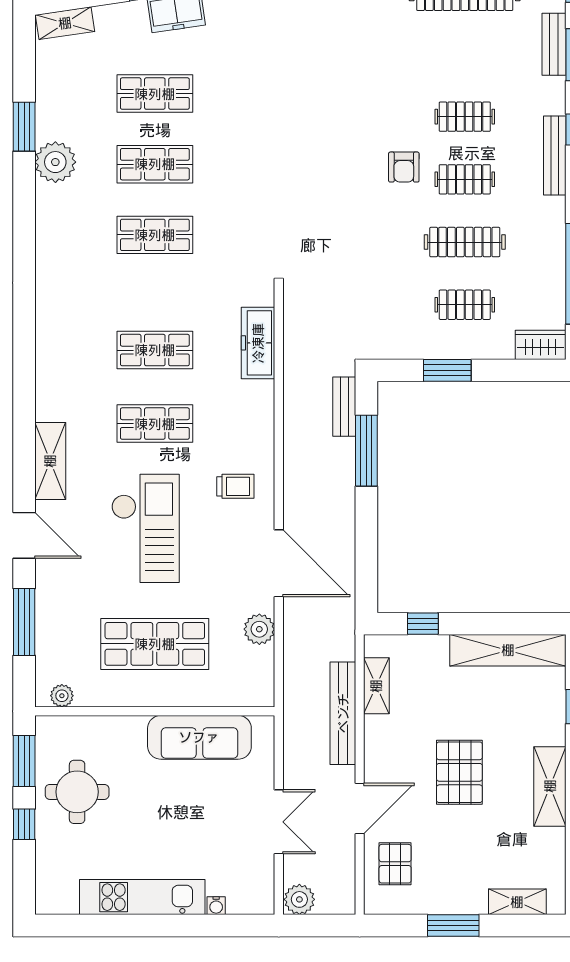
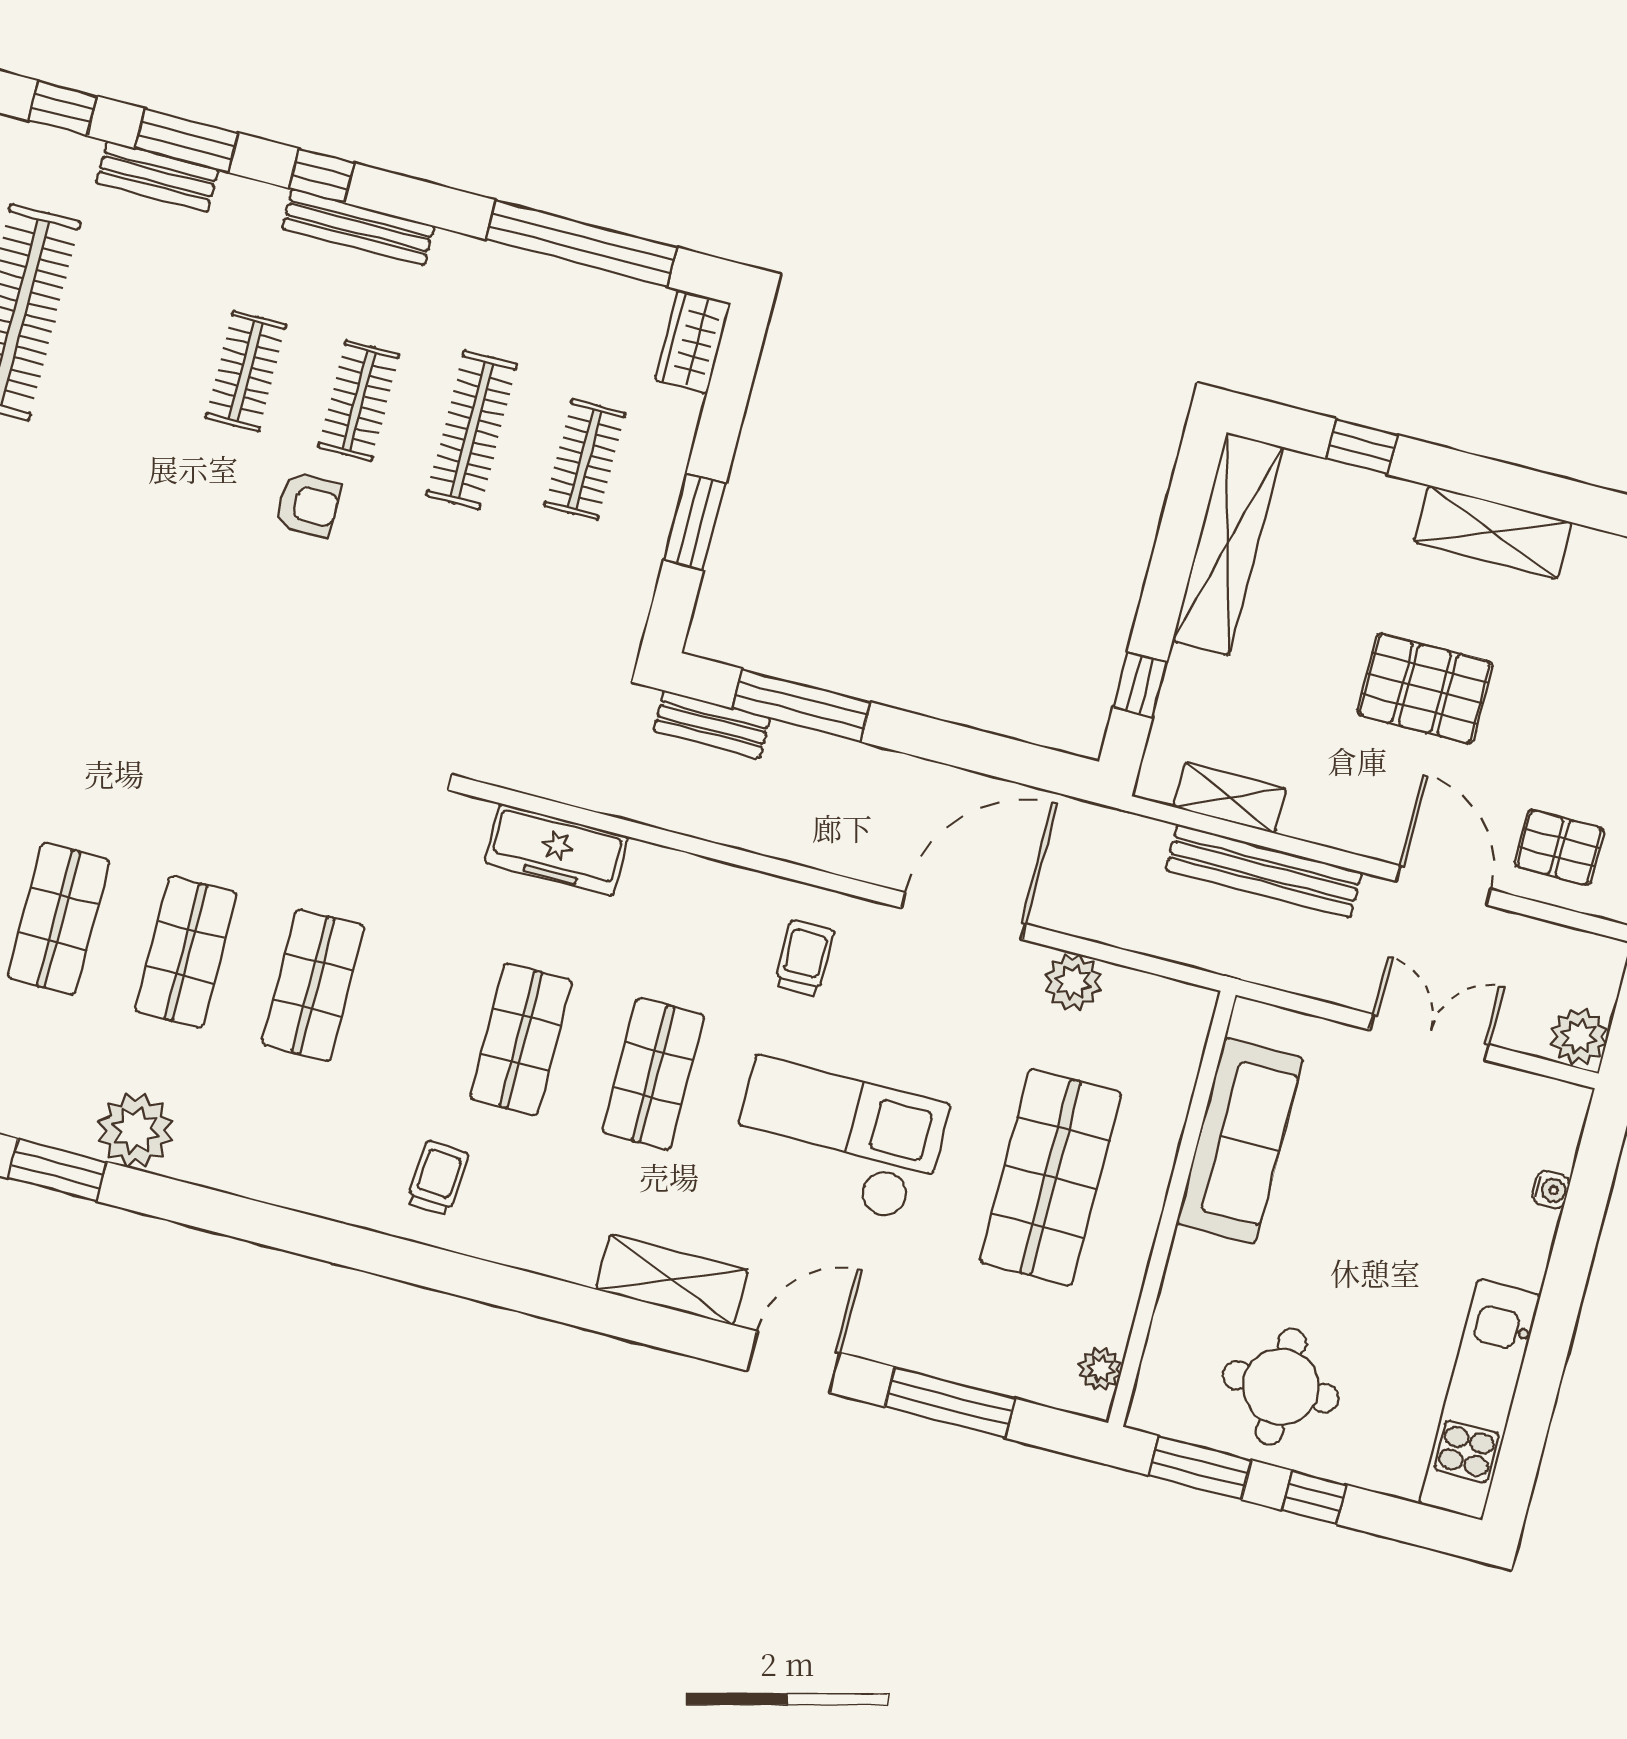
trolley: (71, 326) -> (438, 1178), added
kitchen unit: (142, 897) -> (1480, 1399), moved

